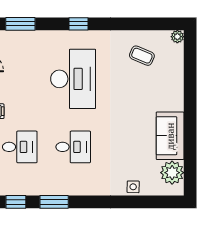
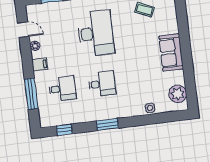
sofa: (170, 136) -> (171, 52), moved
window: (54, 202) -> (107, 125), moved

